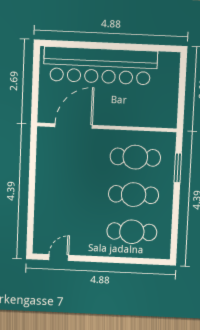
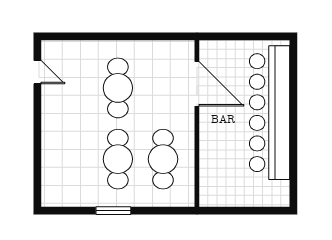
window: (178, 168) -> (113, 211), moved
cafe table: (132, 232) -> (118, 88), moved

